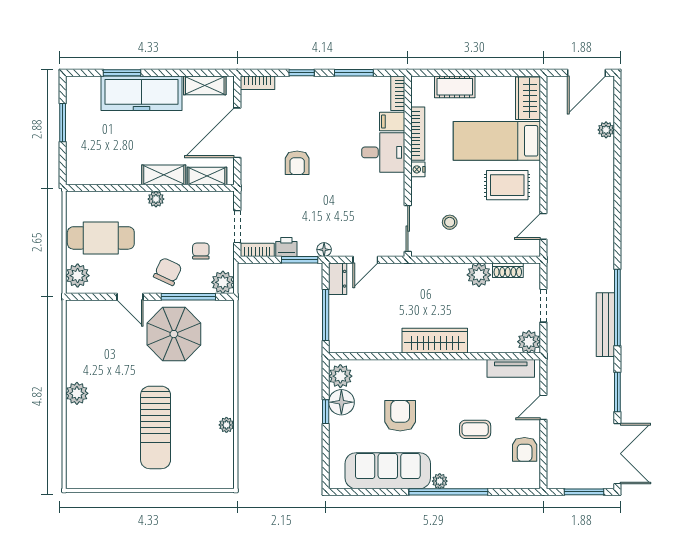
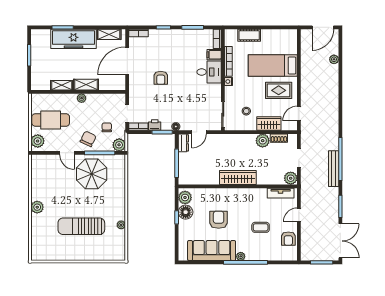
wardrobe: (528, 98) -> (269, 124), moved, turned 90
shelving: (207, 176) -> (62, 85), moved
sun lounger: (156, 427) -> (81, 226), turned 90

